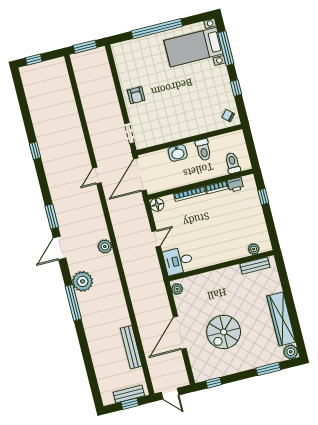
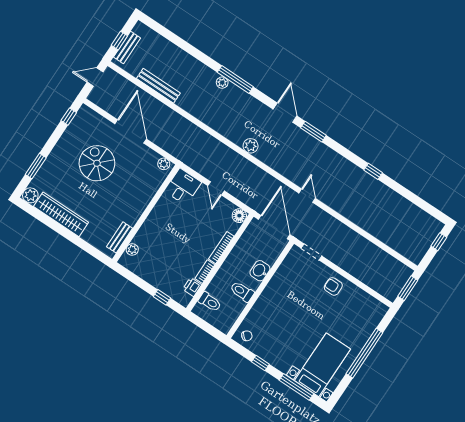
plant: (83, 281) -> (222, 83), moved, width x0.53, depth x0.53

